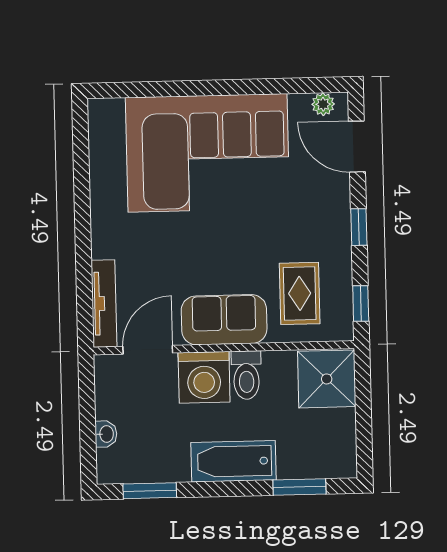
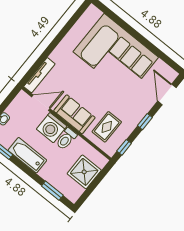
plant: (323, 104) -> (168, 71), removed
shower: (327, 379) -> (84, 172), moved
bathtub: (233, 461) -> (27, 155), moved

